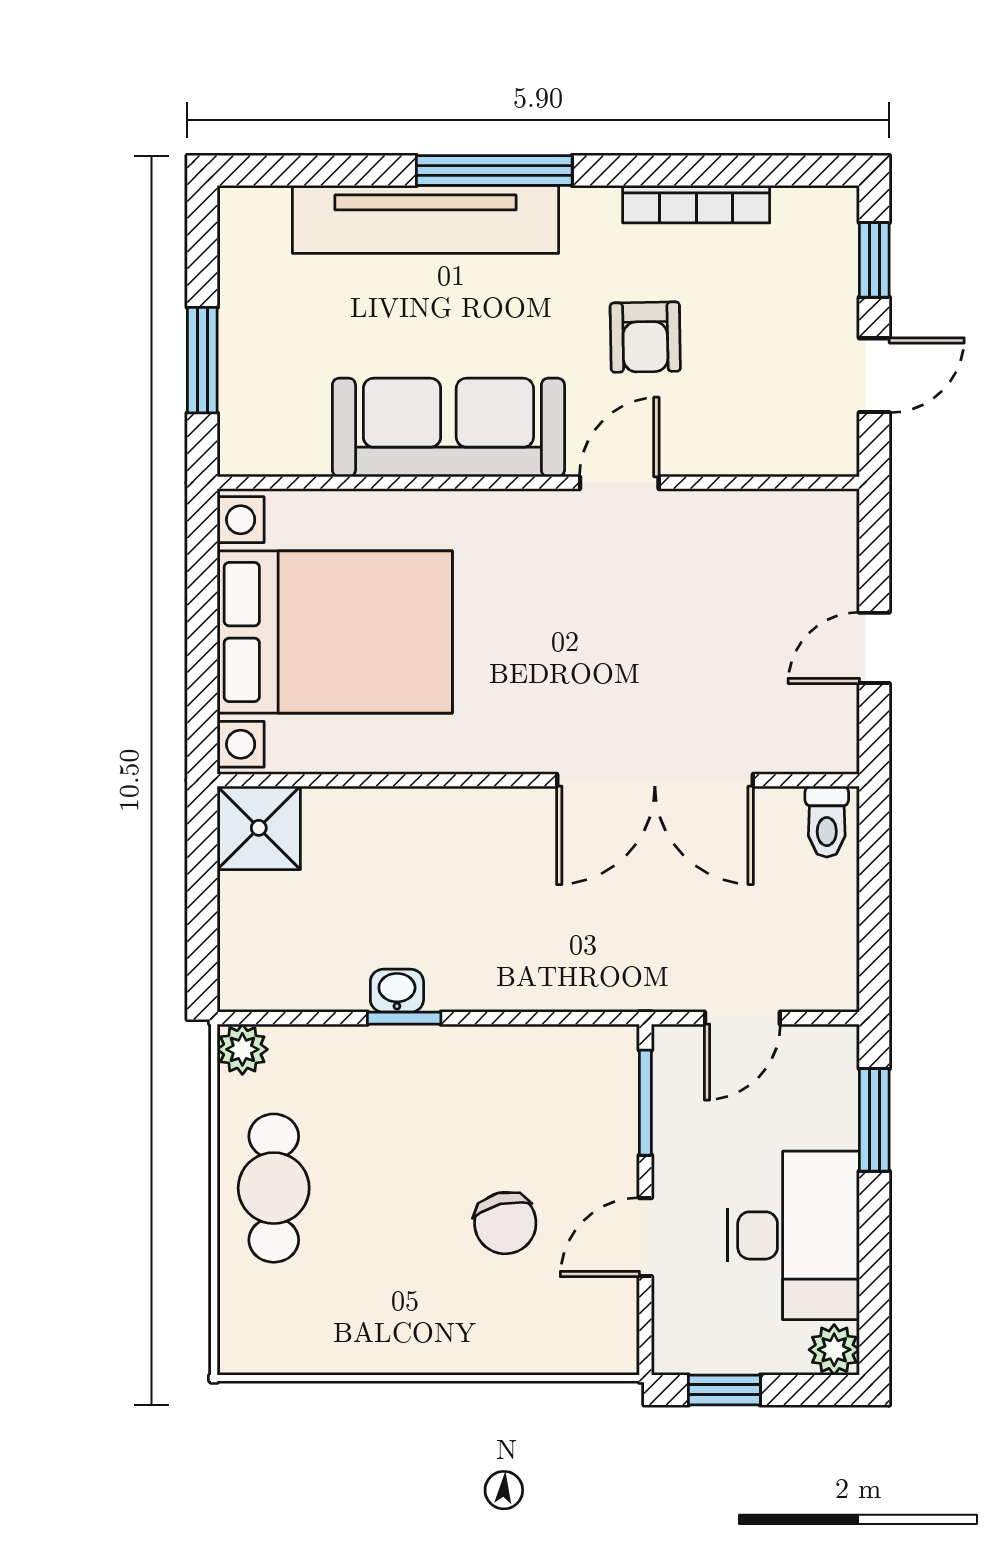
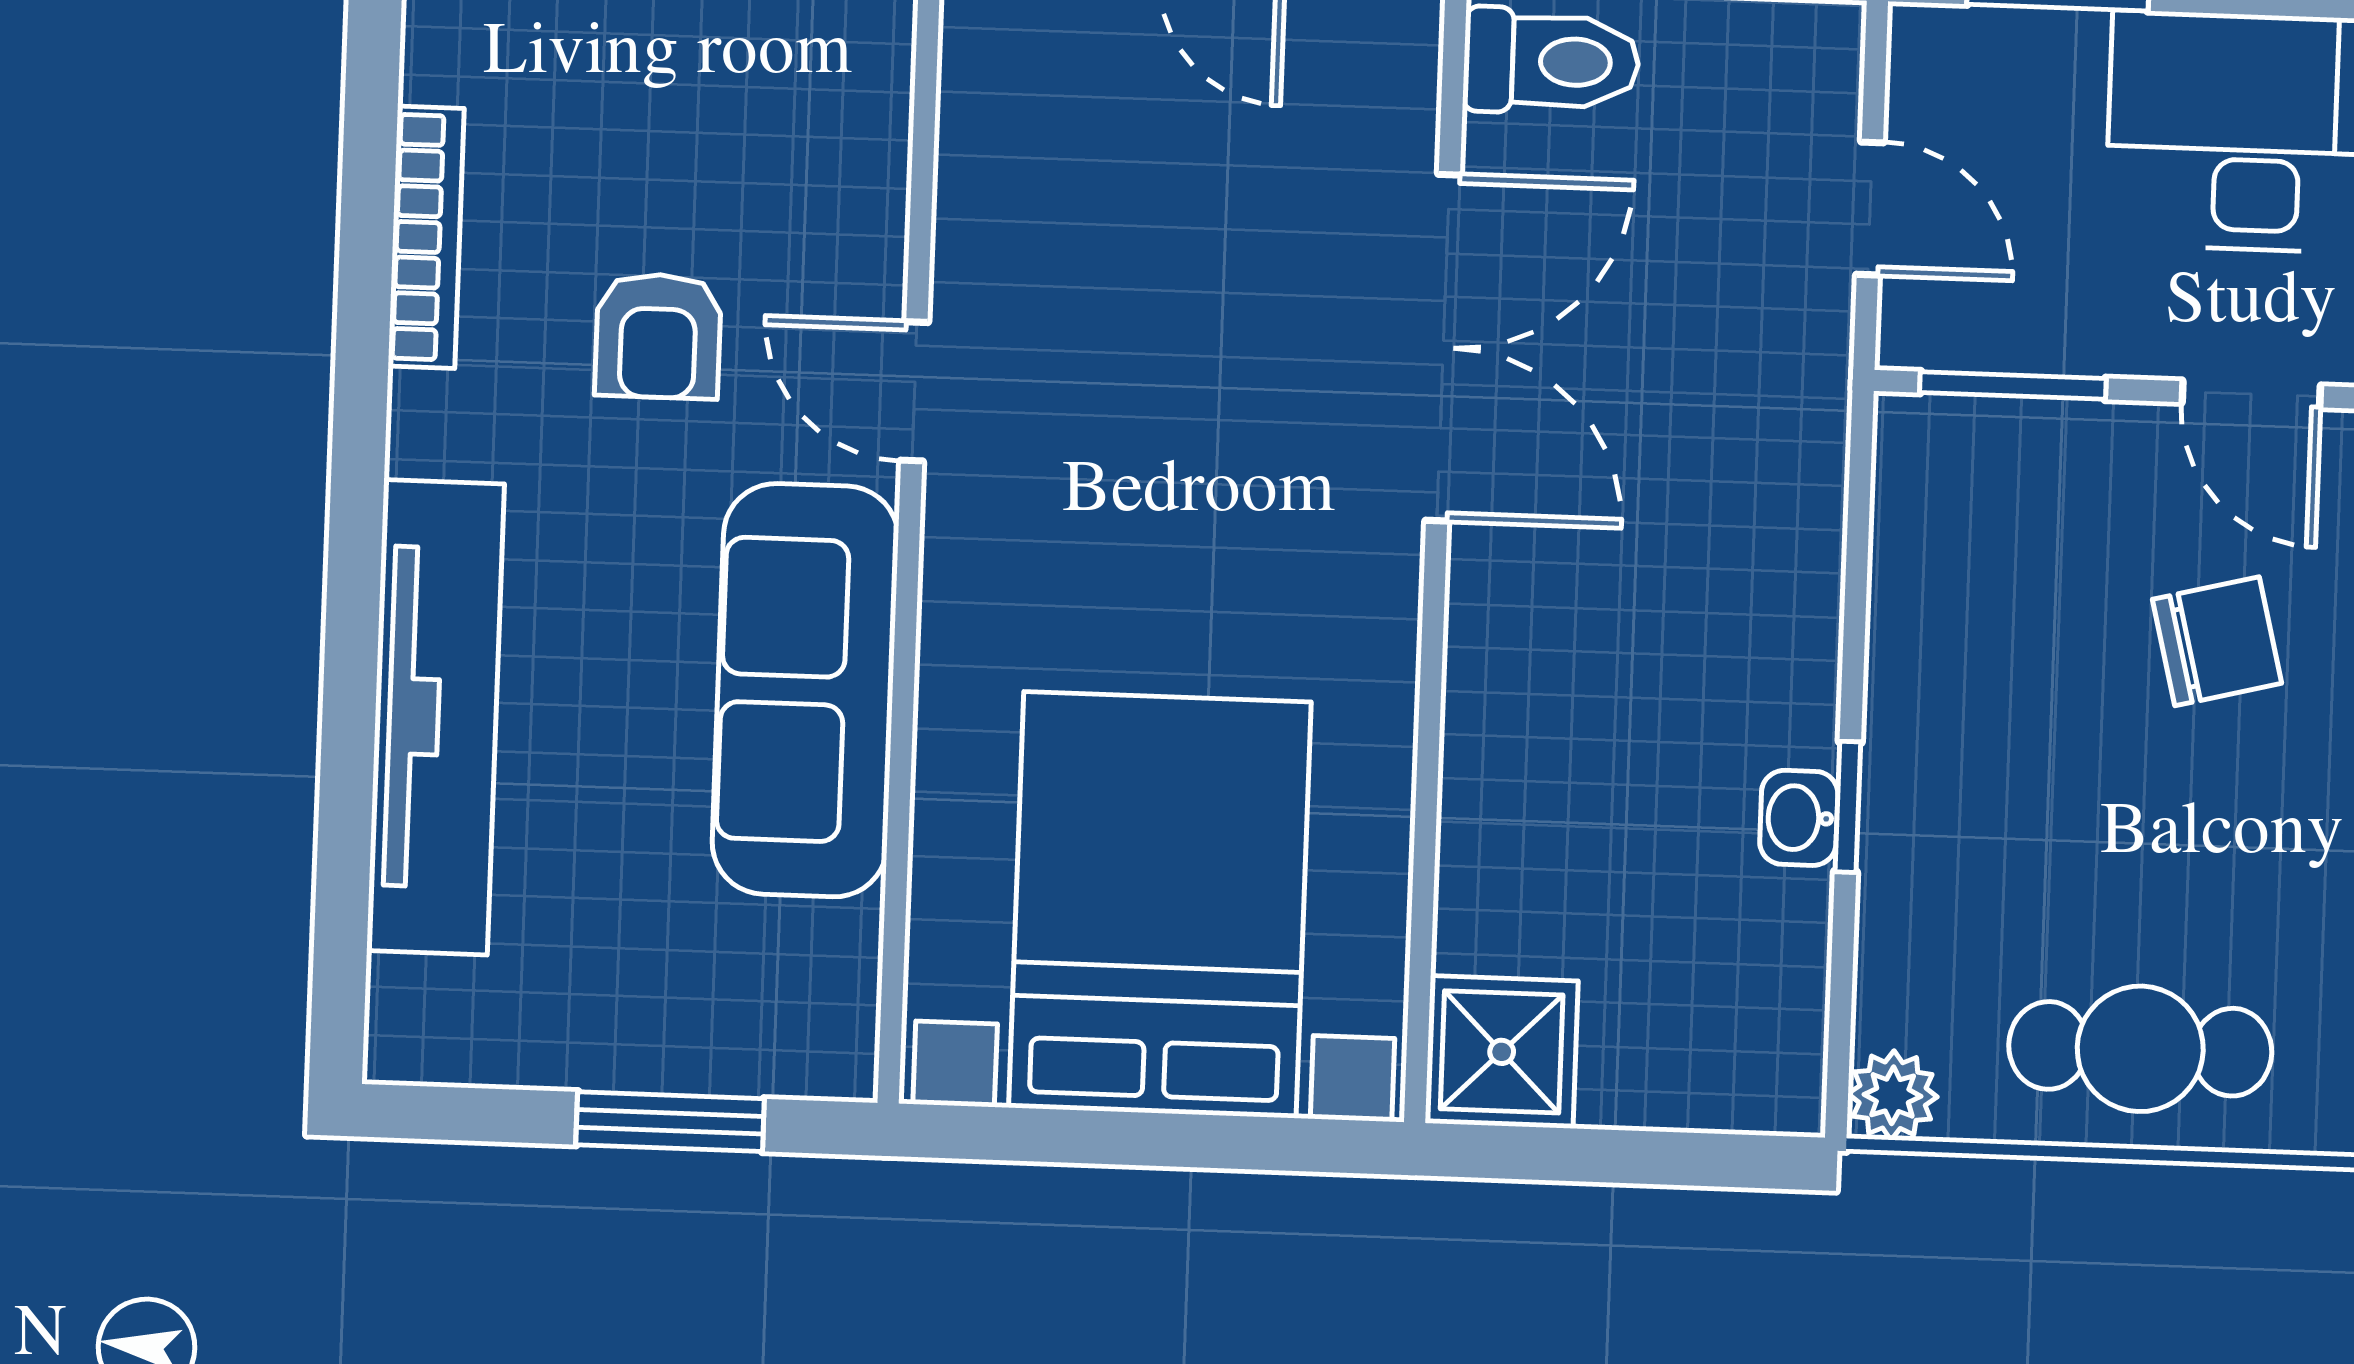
window: (494, 170) -> (353, 592), removed
armchair: (645, 337) -> (658, 336), turned 91
toilet: (827, 822) -> (1551, 61), width x1.37, depth x1.39

